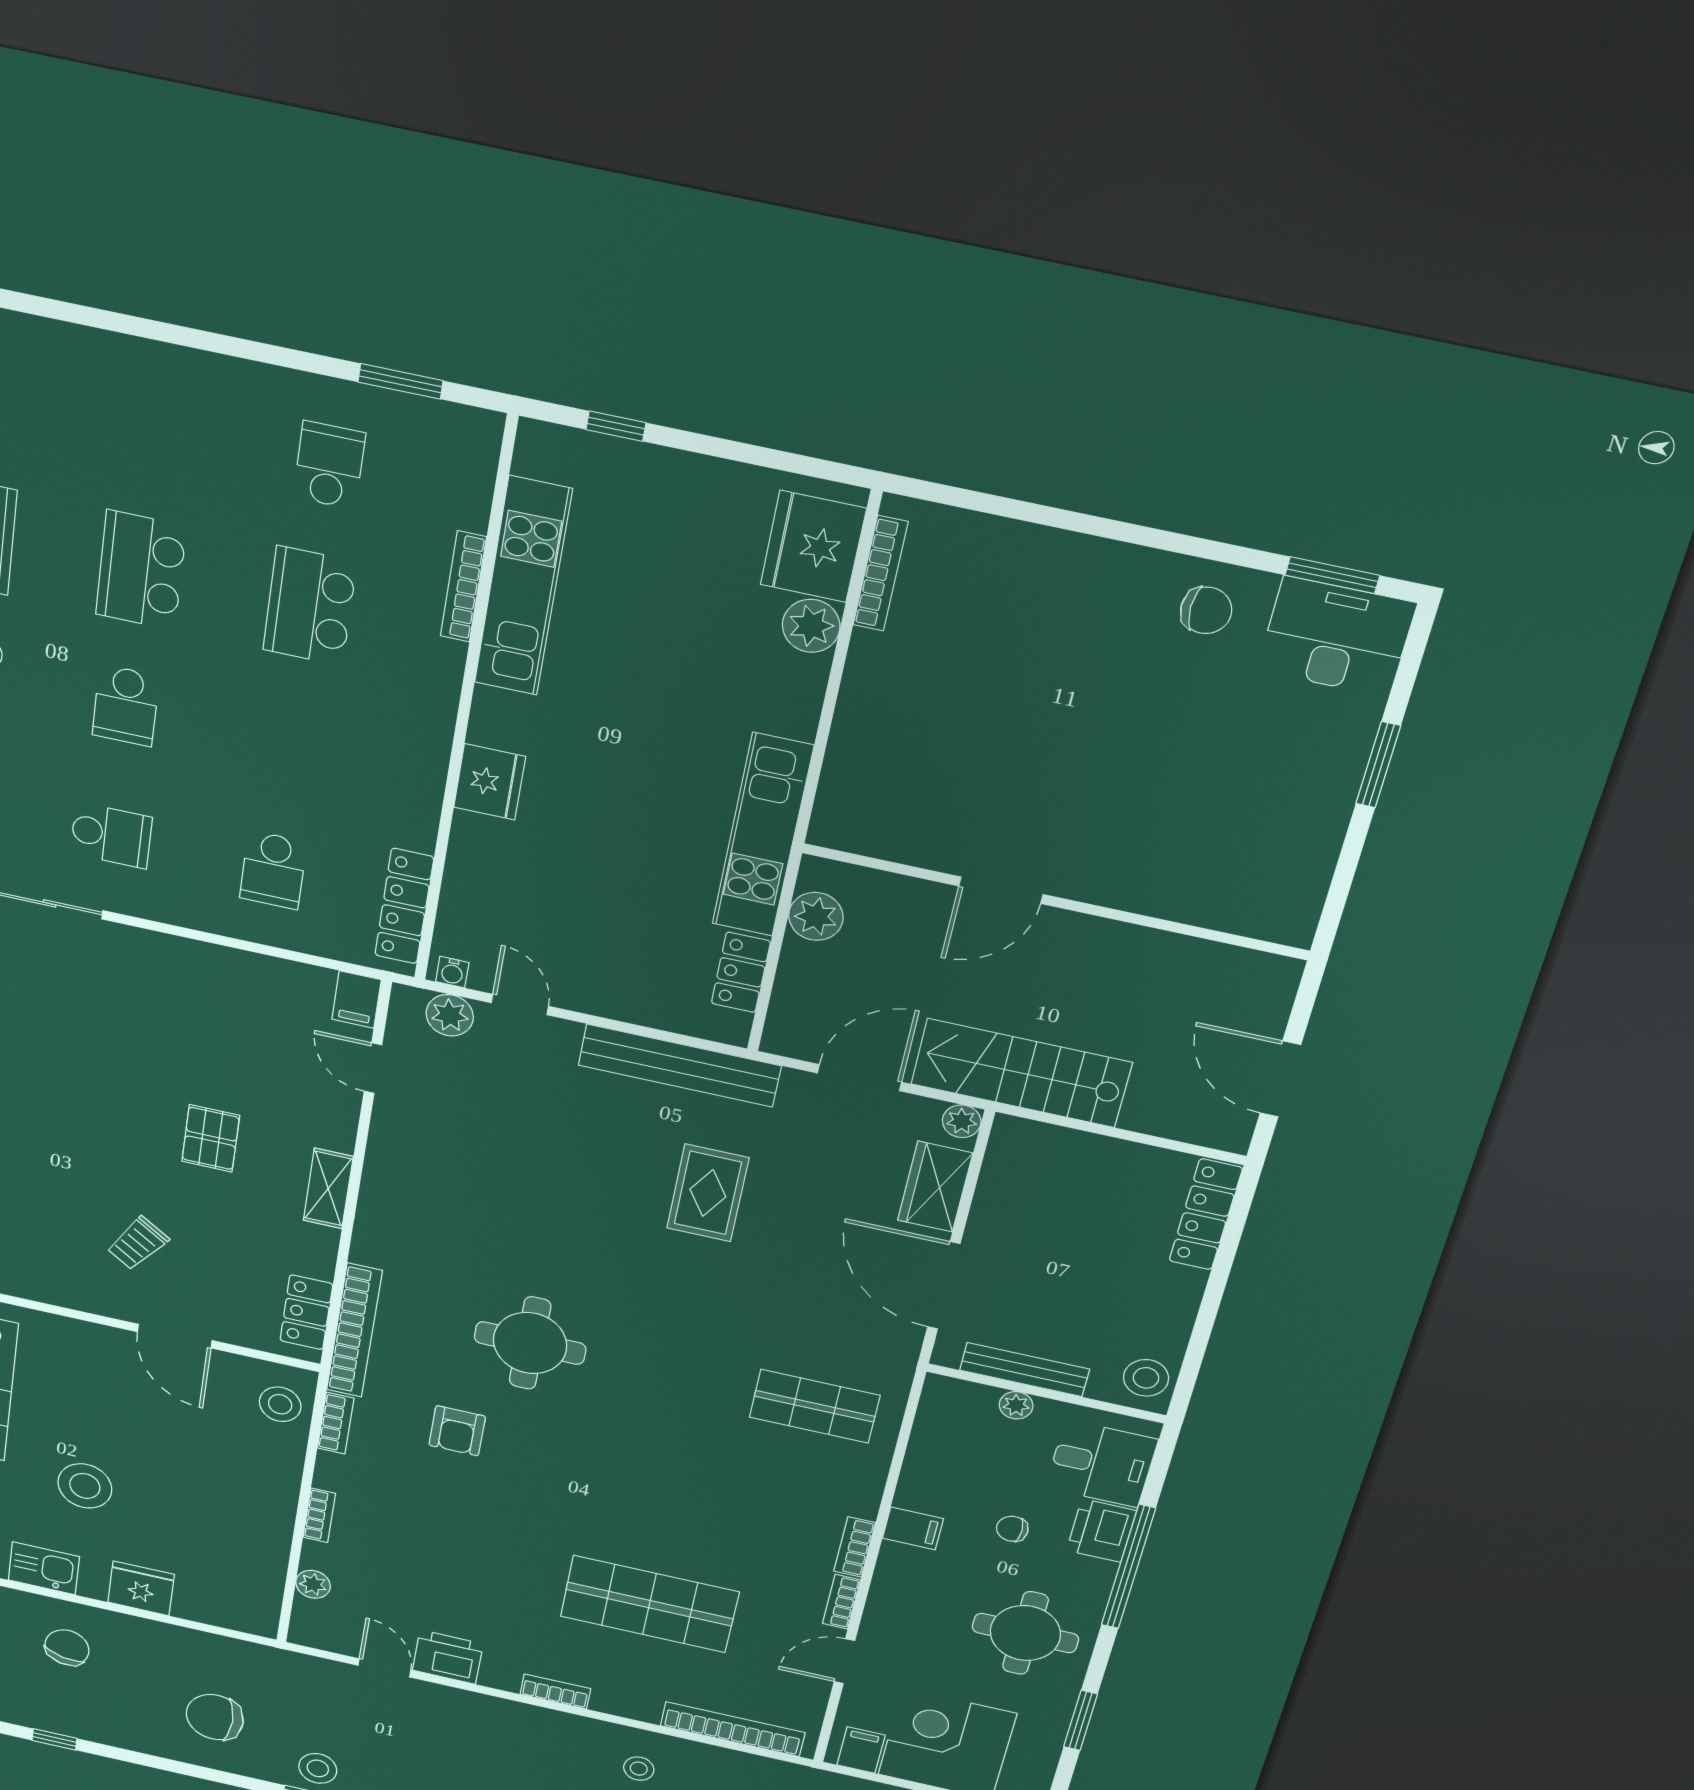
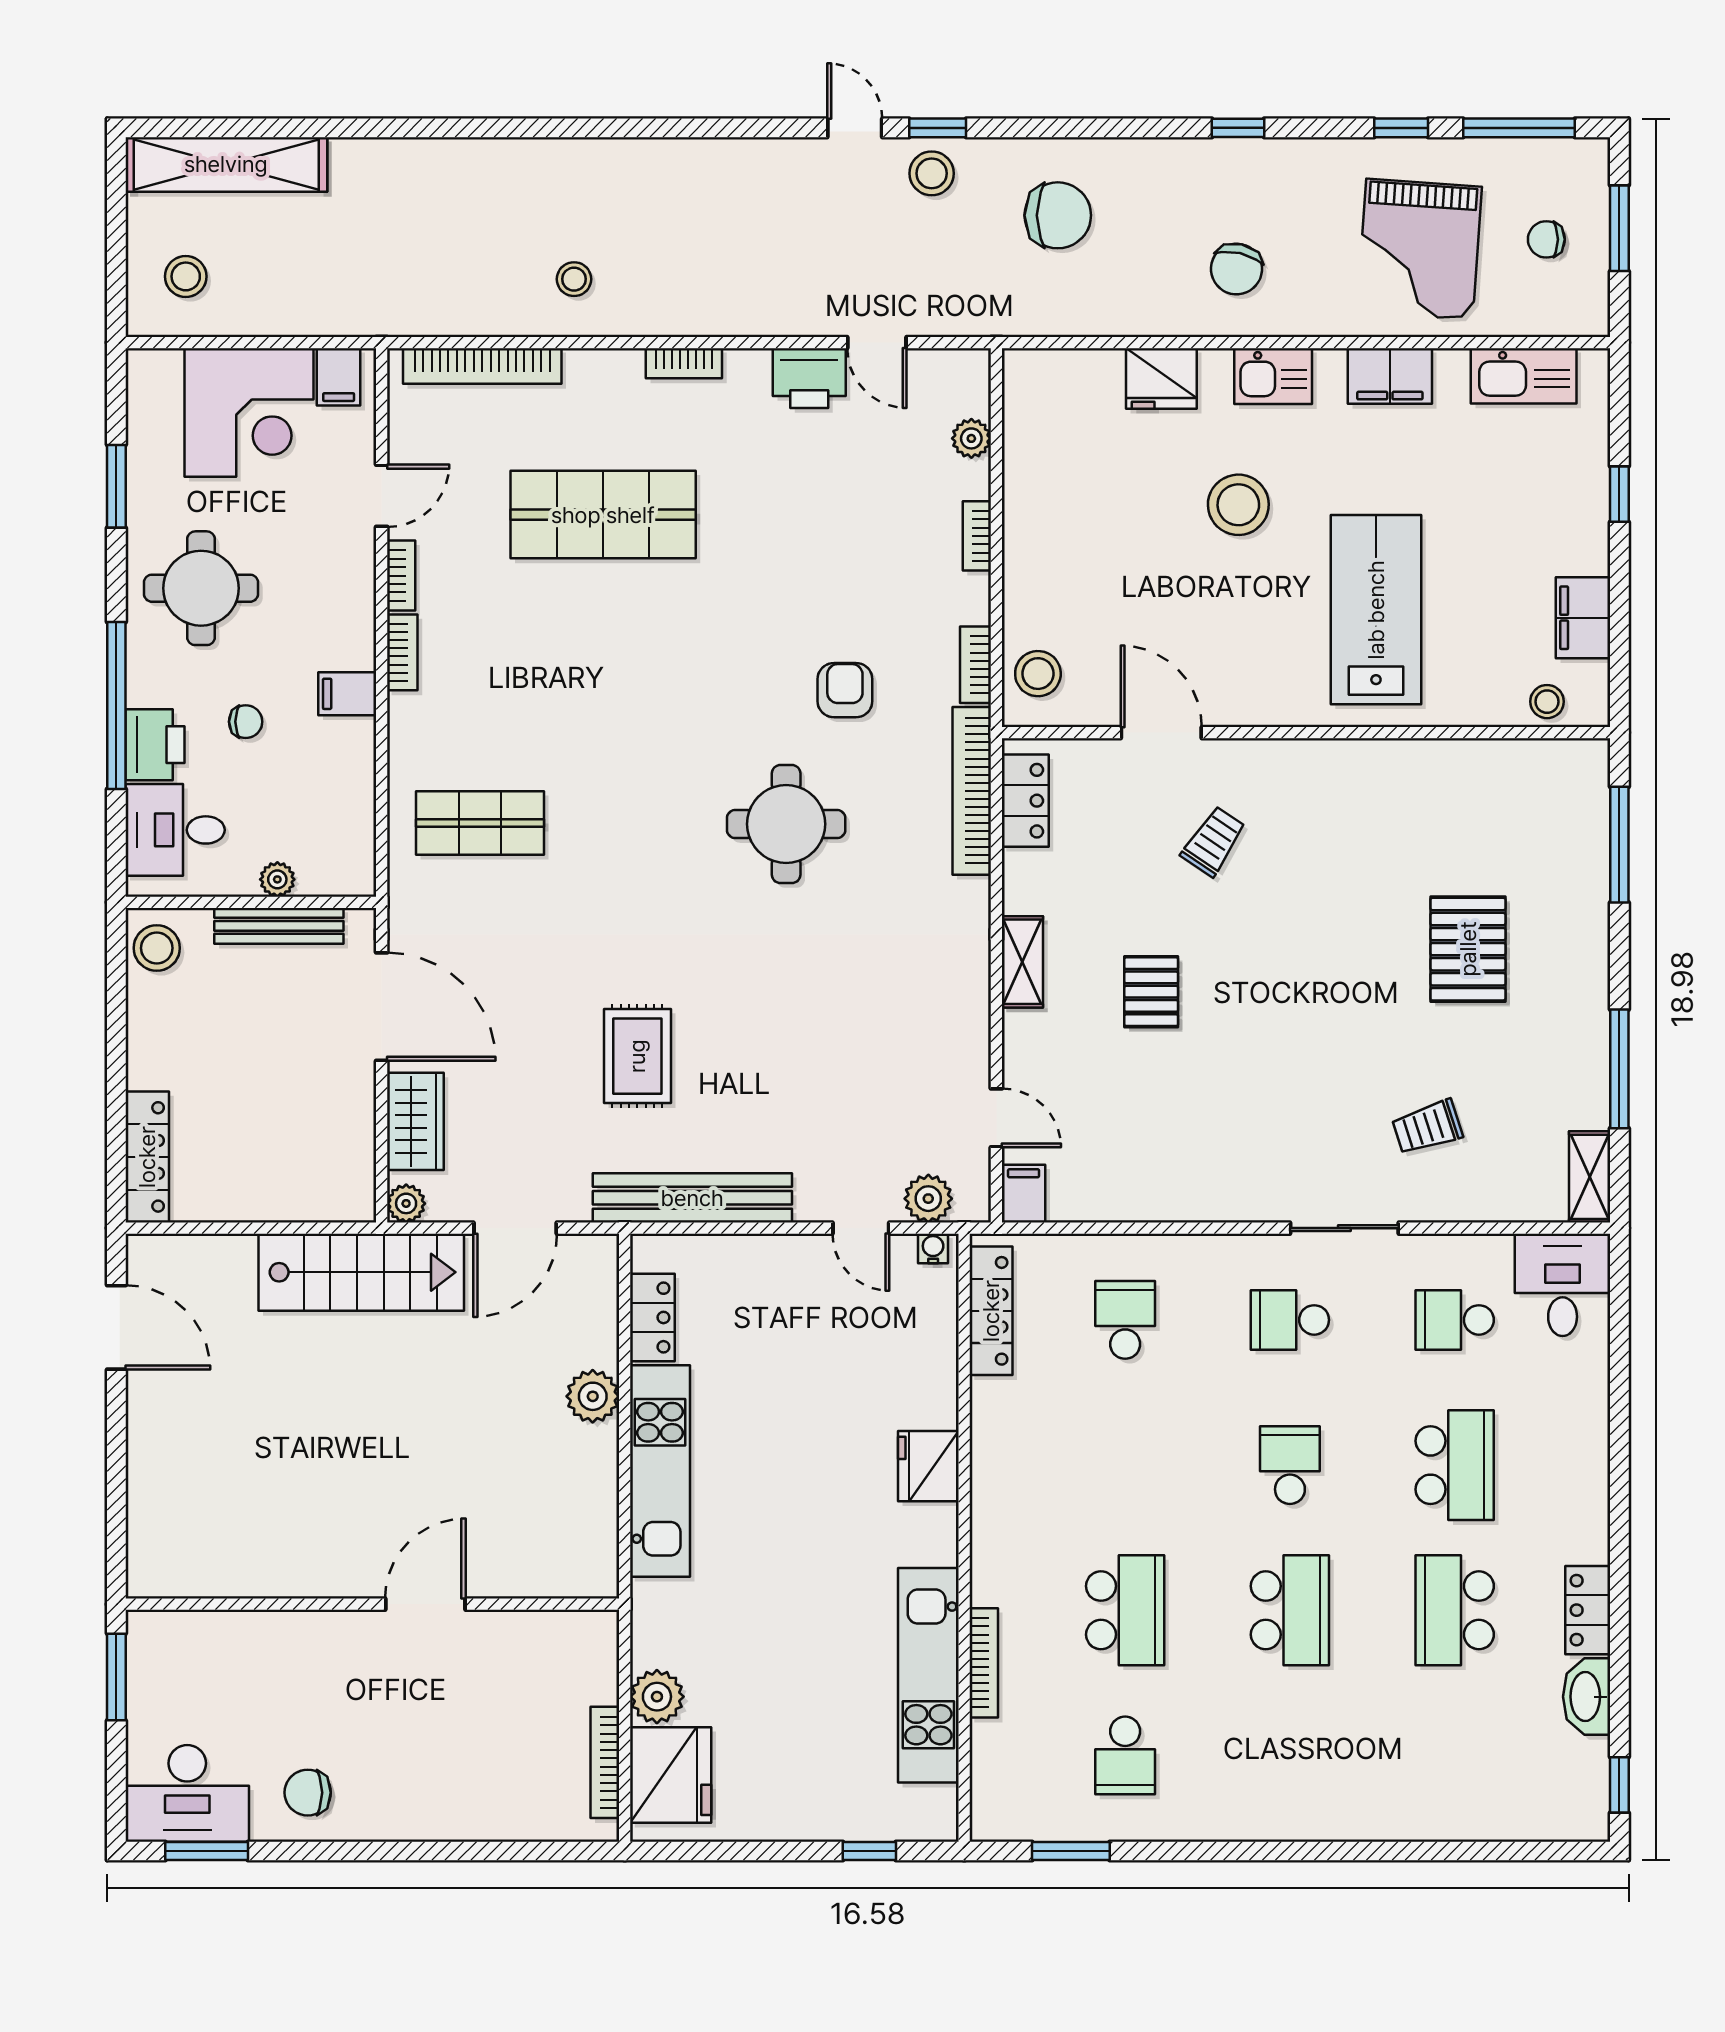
door: (1001, 890) -> (425, 1604), moved
wall: (1055, 902) -> (372, 1604), moved

